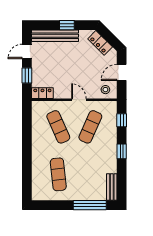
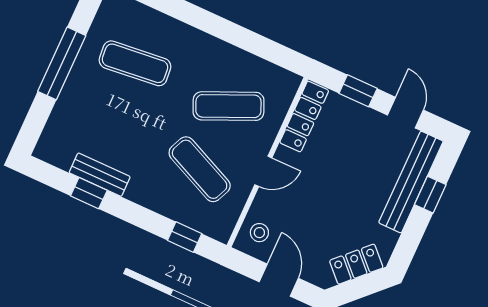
window: (67, 25) -> (430, 195), moved
locker: (42, 93) -> (304, 117), width x1.53
window: (122, 151) -> (89, 193), moved
bench: (112, 187) -> (100, 175), moved
window: (90, 205) -> (62, 63), moved

